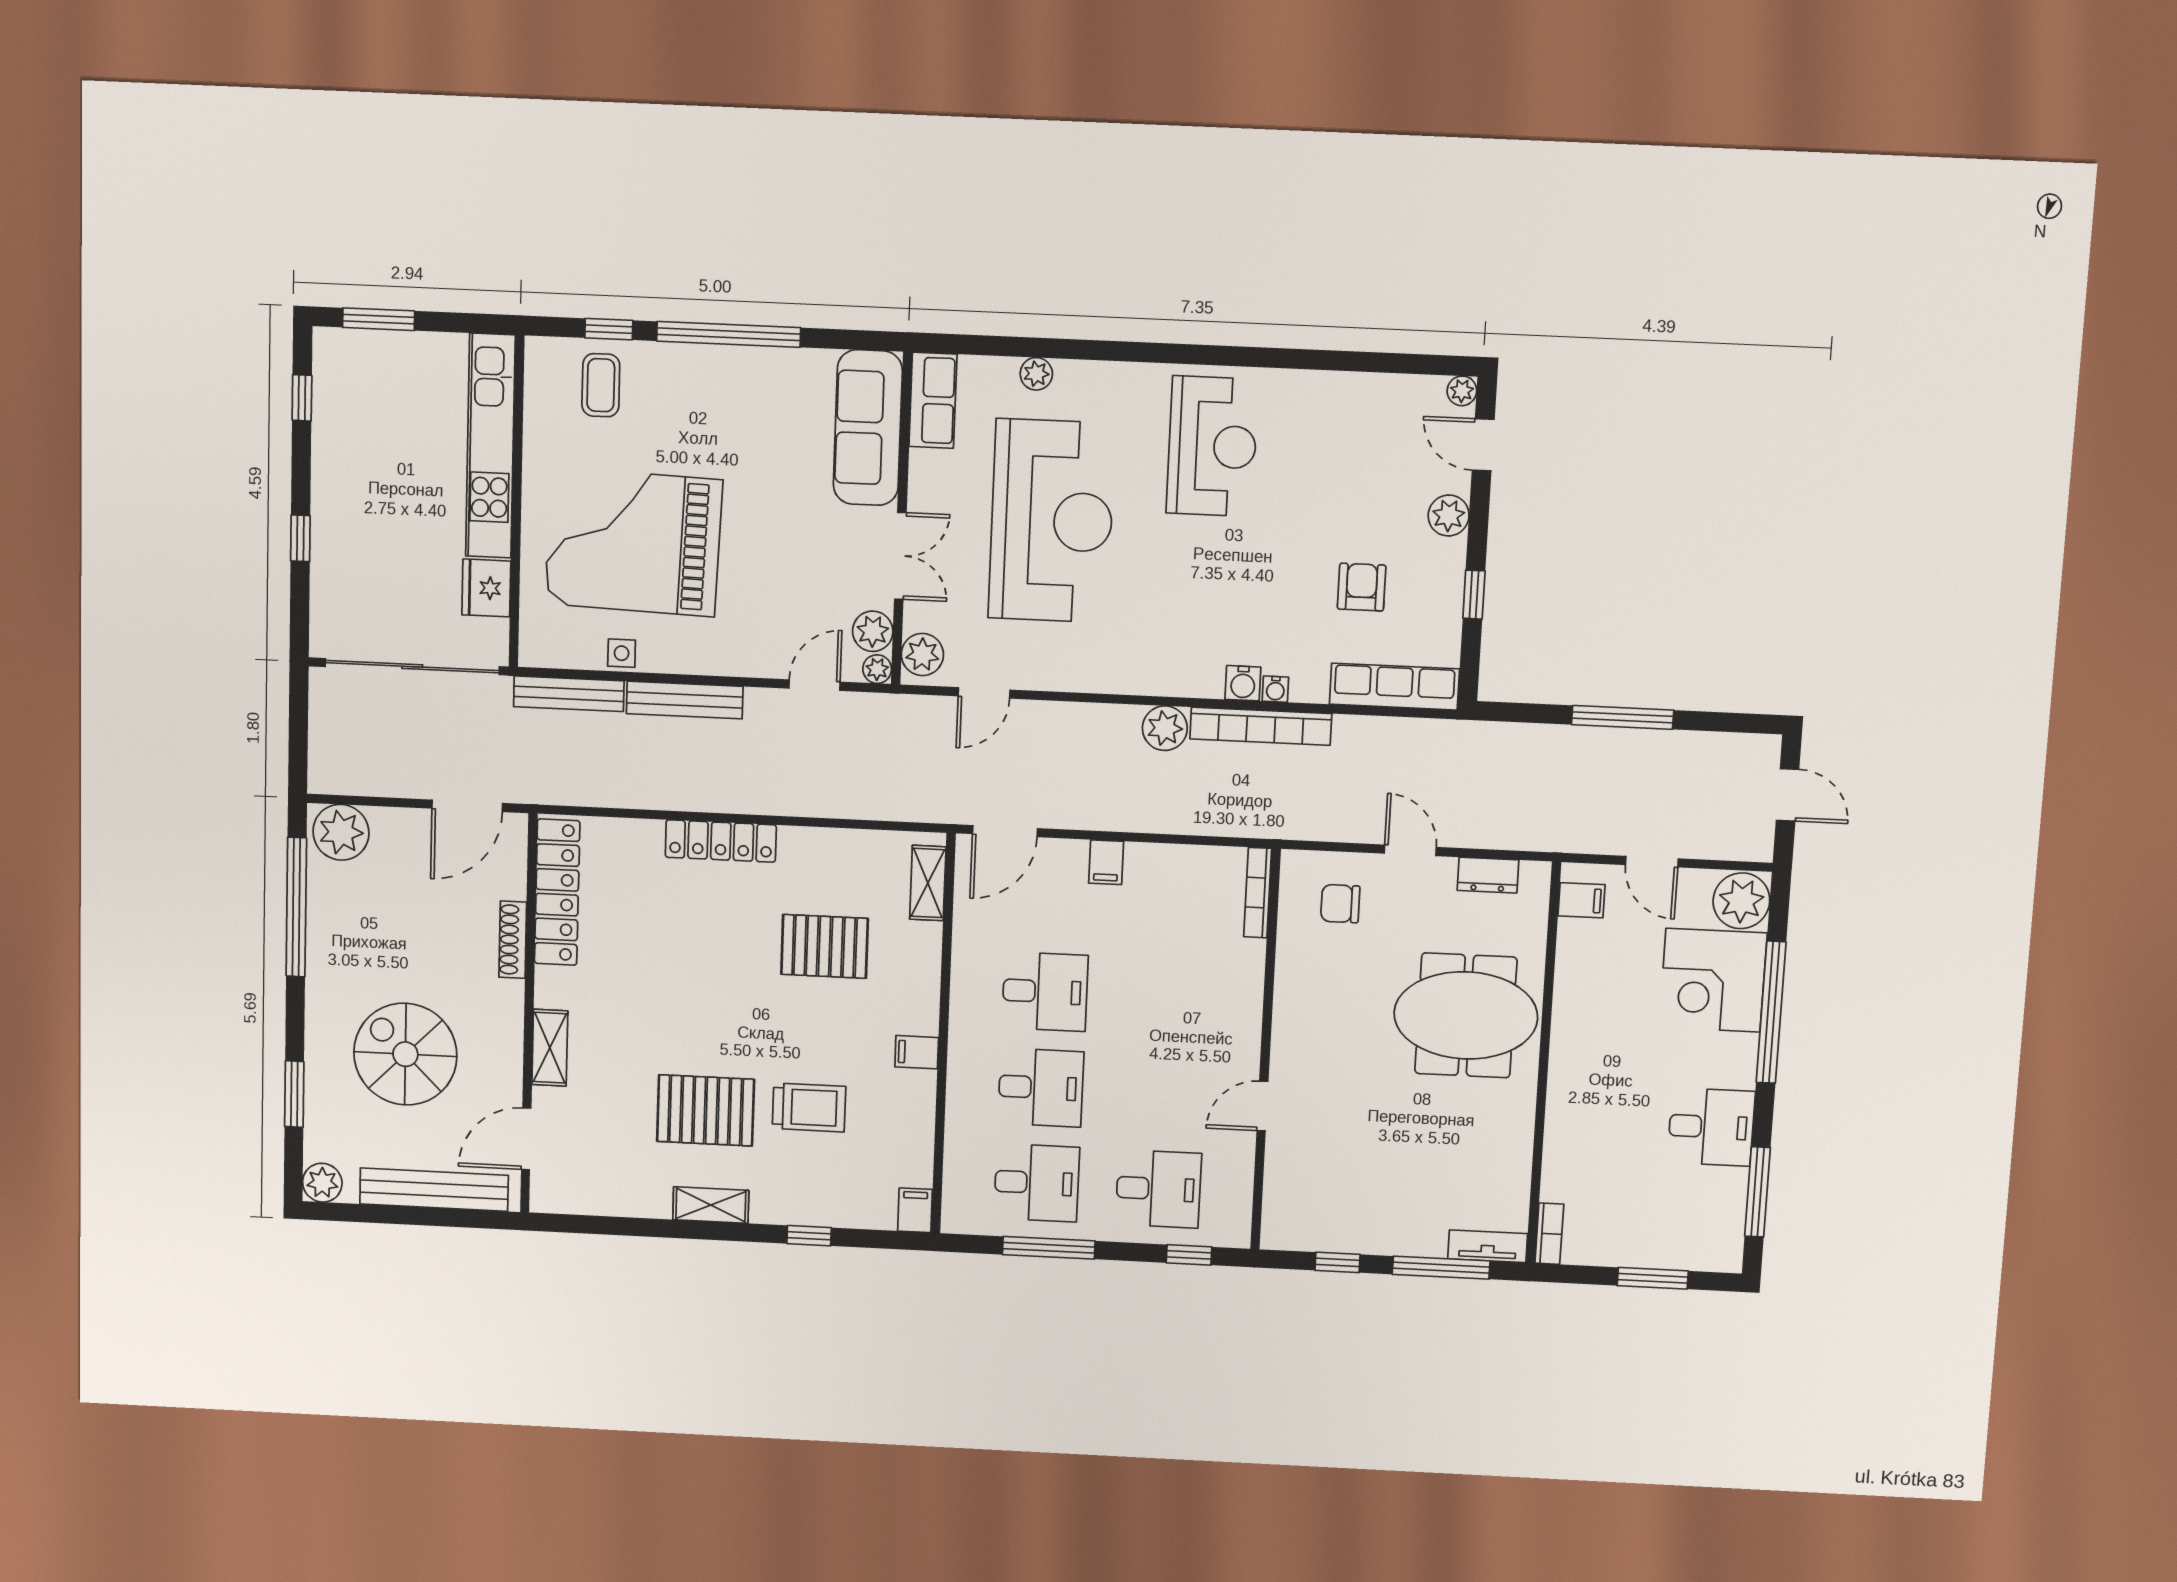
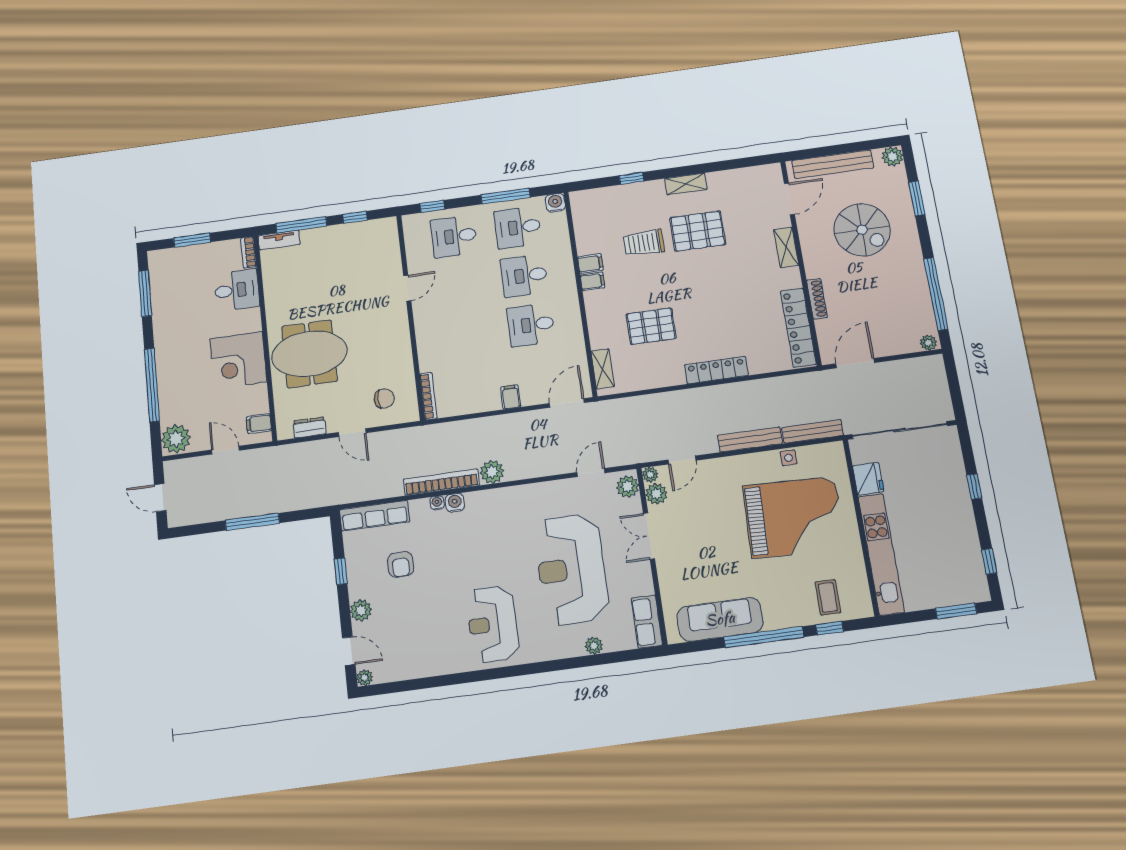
sofa: (868, 428) -> (720, 619), moved, turned -90
plant: (341, 832) -> (928, 343), width x0.53, depth x0.53
corner desk: (1713, 980) -> (238, 360), moved, turned 180
desk: (1711, 1127) -> (237, 290), moved, turned 180
filing cabinet: (915, 1210) -> (590, 263), moved, turned -90
water cooler: (959, 1217) -> (555, 203), added

